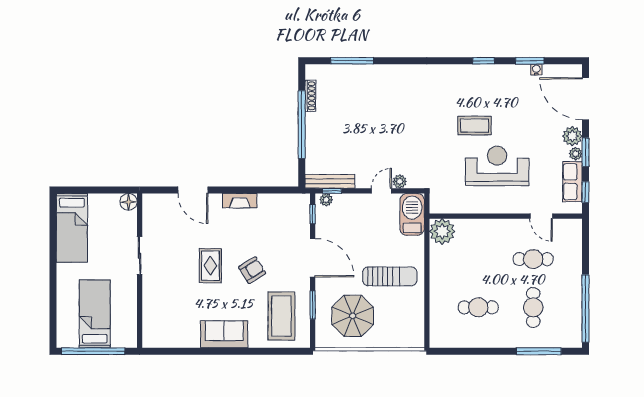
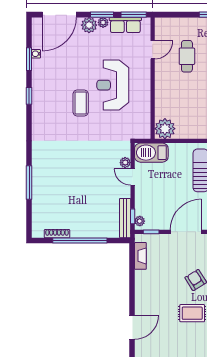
window: (352, 61) -> (29, 183), moved
window: (585, 192) -> (134, 15), width x1.50
fireplace: (240, 201) -> (140, 256), moved

